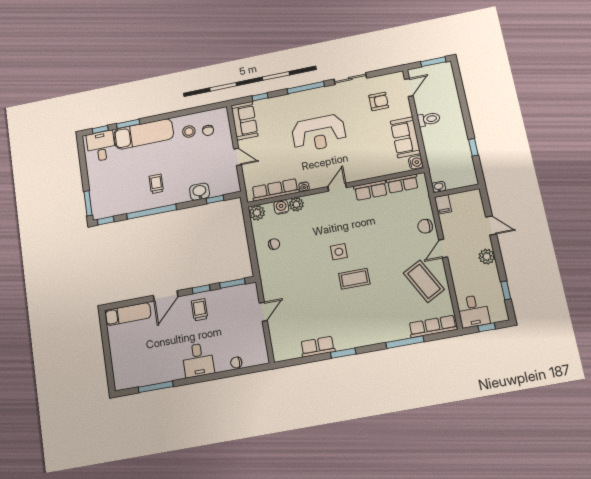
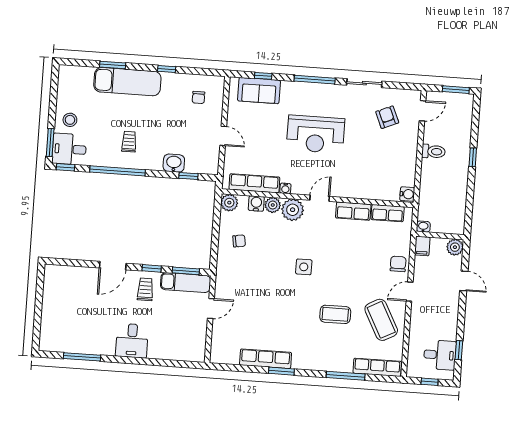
armchair: (379, 101) -> (387, 117), turned -113
sofa: (244, 121) -> (259, 91), moved, turned 90
window: (100, 129) -> (167, 69), moved
stool: (189, 131) -> (70, 120), moved
sofa: (405, 137) -> (404, 164), removed
desk: (101, 146) -> (69, 149), moved, turned -90
window: (473, 147) -> (473, 157), moved
plant: (315, 204) -> (293, 210), added
chair: (425, 226) -> (398, 264), turned 90
plant: (487, 257) -> (455, 247), moved
coffee table: (354, 279) -> (335, 314), moved
desk: (473, 311) -> (440, 355), moved, turned -90
exam couch: (128, 314) -> (186, 283), moved
row of seats: (318, 347) -> (266, 359), width x1.48
chair: (236, 363) -> (171, 353), removed

